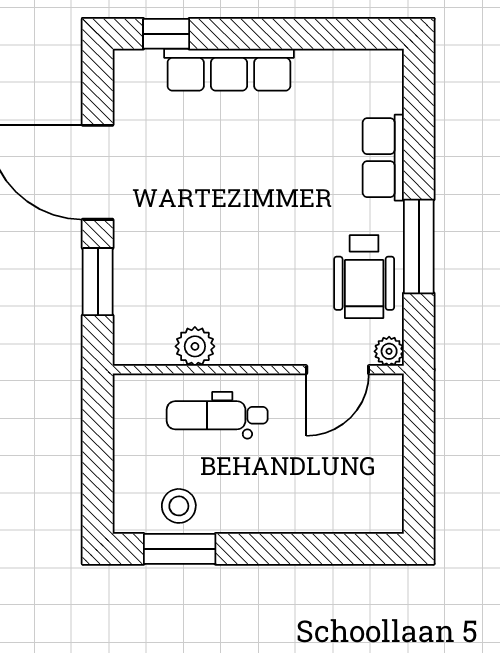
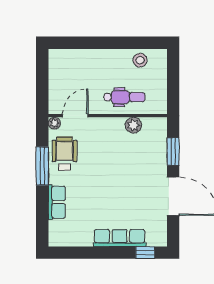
window: (180, 549) -> (140, 43), removed

